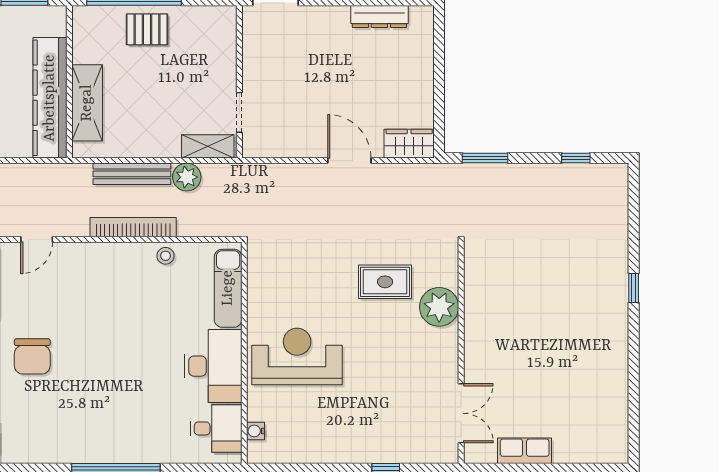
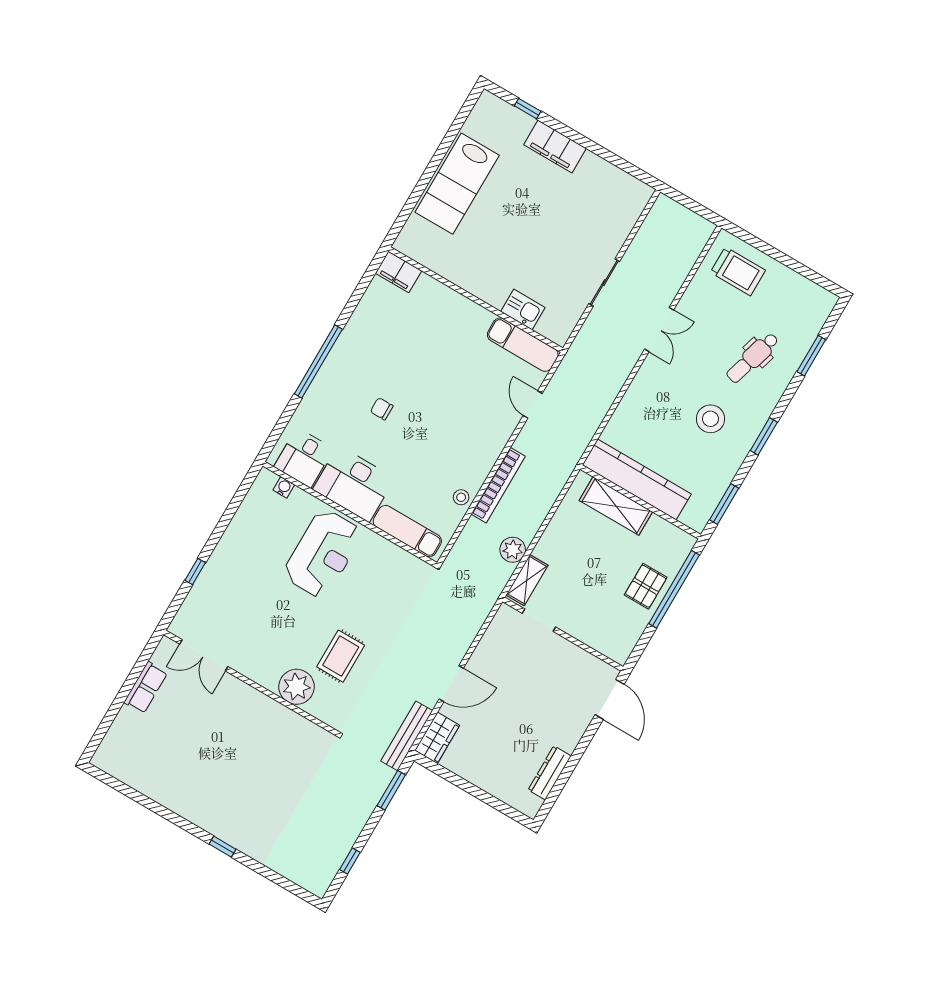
bench: (132, 174) -> (407, 736), moved
chair: (32, 356) -> (382, 409), moved, width x0.54, depth x0.54

